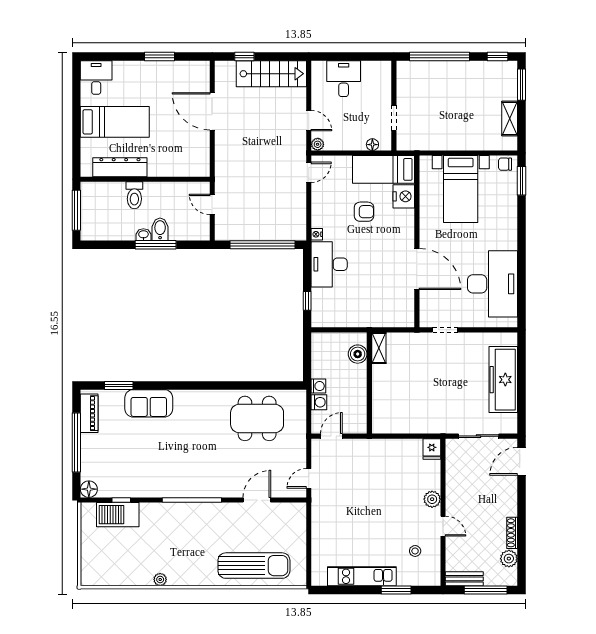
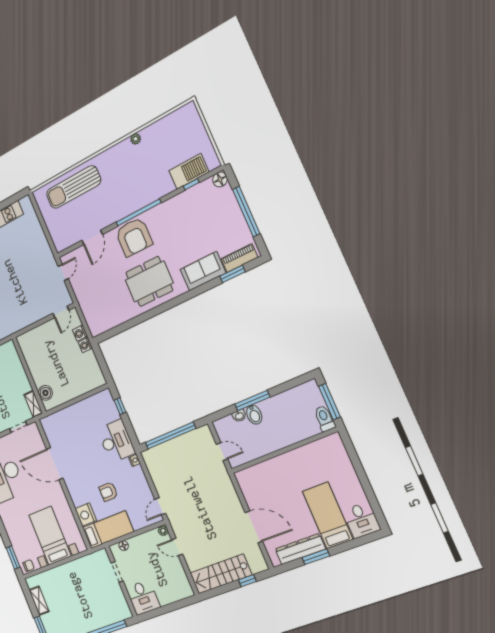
desk: (344, 79) -> (143, 597), moved
bed: (115, 122) -> (328, 515), moved, turned 90
dresser: (120, 167) -> (300, 549), moved, turned 180
toilet: (134, 195) -> (325, 418), moved
washbasin: (143, 235) -> (239, 416), moved
shelving: (379, 348) -> (33, 404), moved
boiler: (358, 354) -> (45, 393), moved
wall: (369, 383) -> (29, 375), moved
piano: (89, 413) -> (240, 258), moved, turned 90
dining table: (257, 418) -> (149, 281), moved
armchair: (209, 477) -> (134, 237), added

